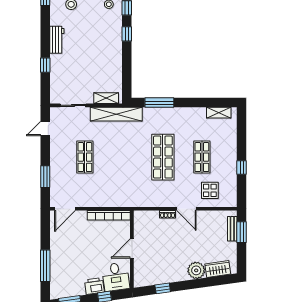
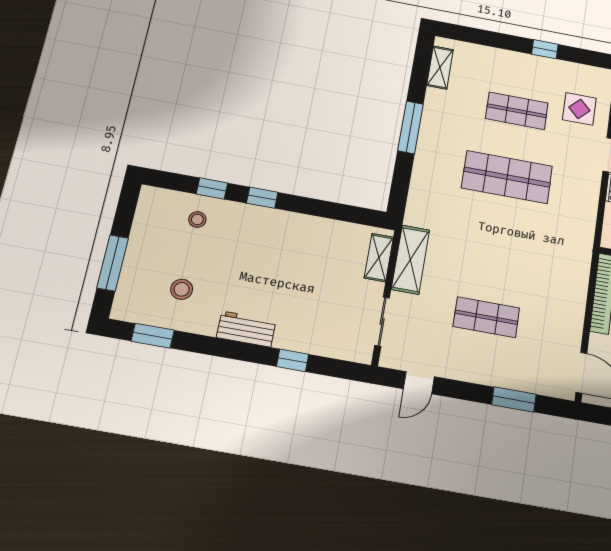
window: (159, 103) -> (410, 127), moved
shelving: (116, 114) -> (410, 260), width x0.68
door: (45, 129) -> (419, 383), hinge flipped

